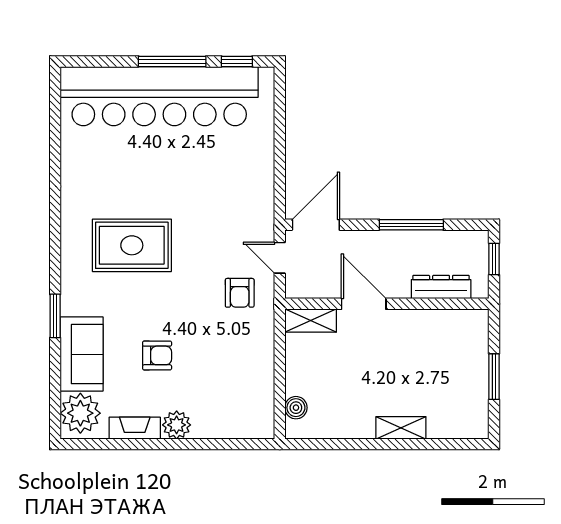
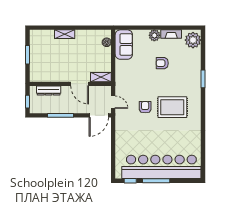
armchair: (240, 293) -> (145, 107), moved
sofa: (82, 354) -> (124, 45), moved, turned 180

